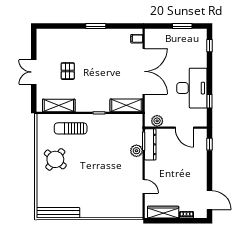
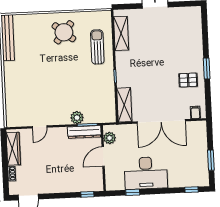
pallet: (68, 71) -> (188, 80), moved
door: (184, 128) -> (103, 157), moved

